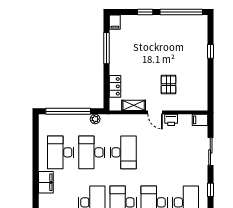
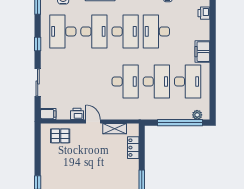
pallet: (168, 85) -> (60, 136), moved, turned 90
plant: (95, 119) -> (197, 115), moved
desk: (123, 152) -> (125, 81), turned 180

